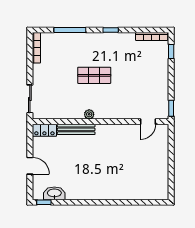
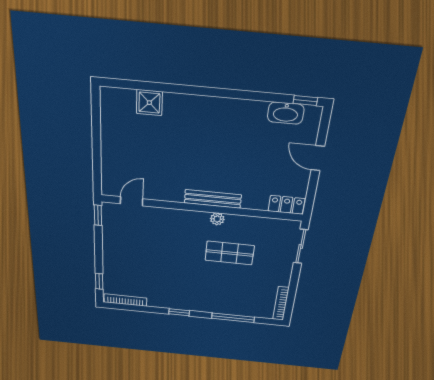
shop shelf: (94, 75) -> (230, 253), moved
bench: (76, 129) -> (213, 199), moved
shower: (138, 192) -> (149, 103), added

